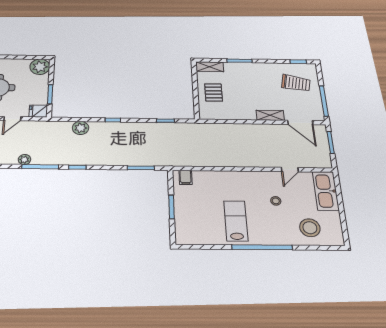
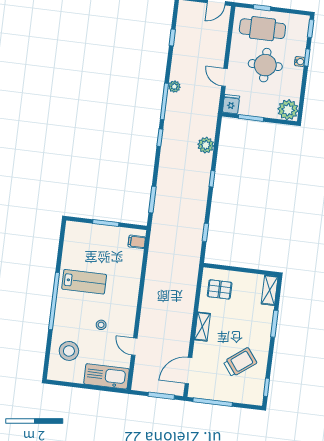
trolley: (296, 83) -> (240, 362), moved, turned -138
pallet: (214, 92) -> (220, 289), moved
shelving: (270, 115) -> (202, 327), moved

